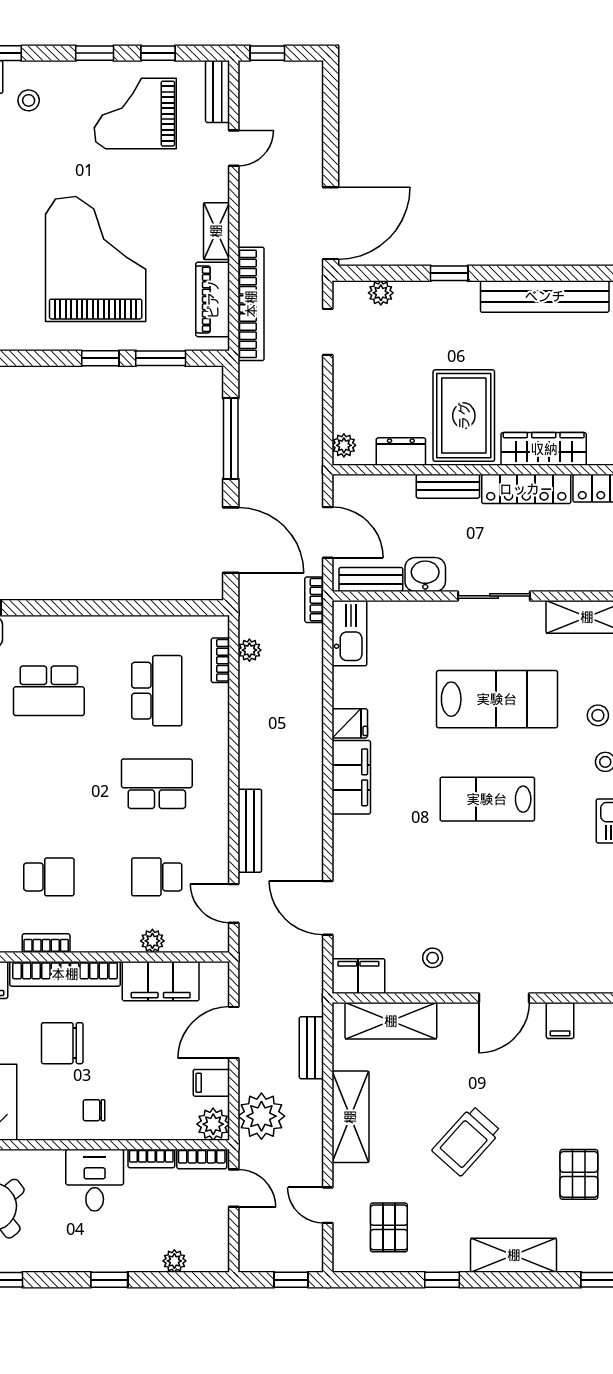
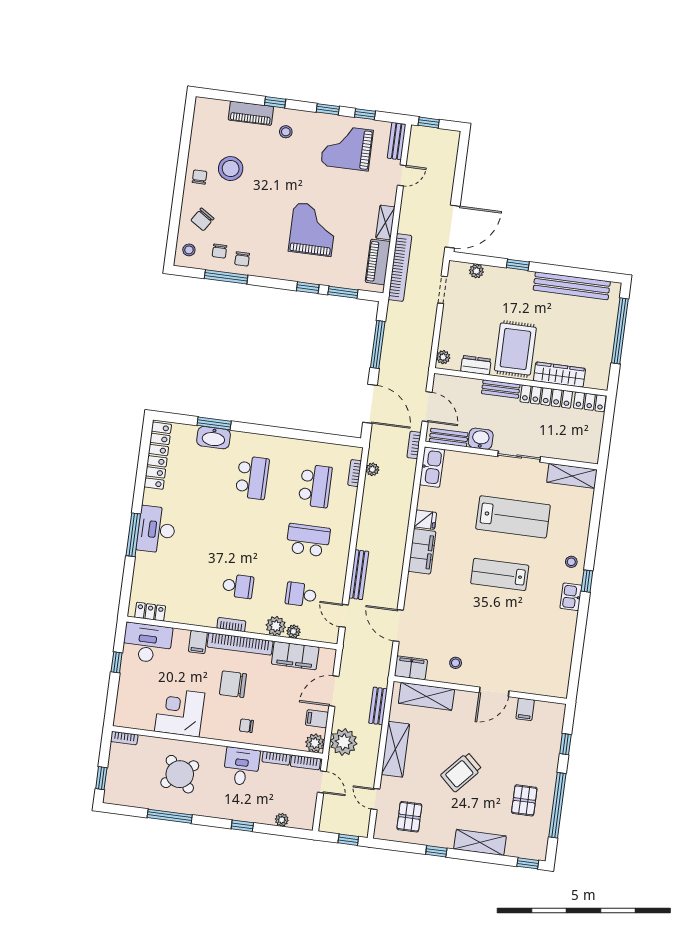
grand piano: (96, 259) -> (313, 229), width x0.73, depth x0.68
school desk: (49, 691) -> (252, 478), turned -90
stool: (598, 715) -> (571, 534), removed
plant: (121, 936) -> (276, 626), added

